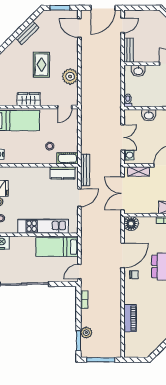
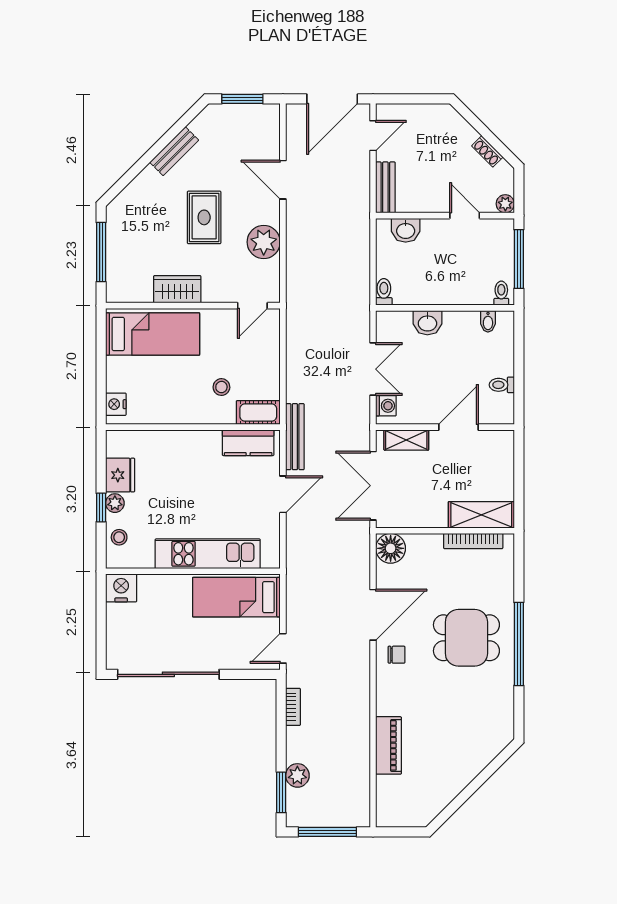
door: (79, 28) -> (283, 180), moved

